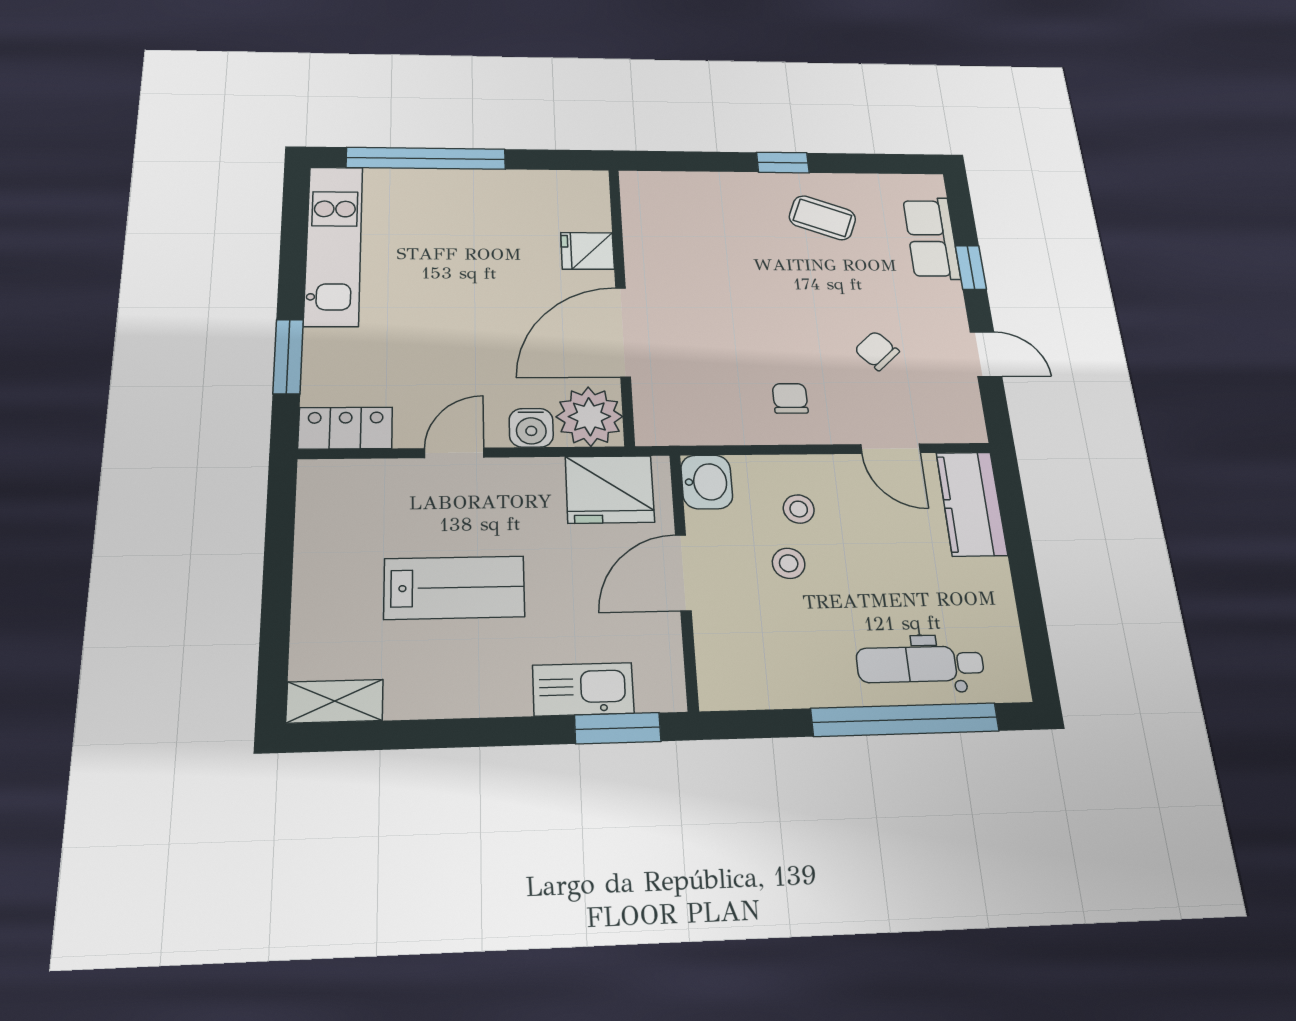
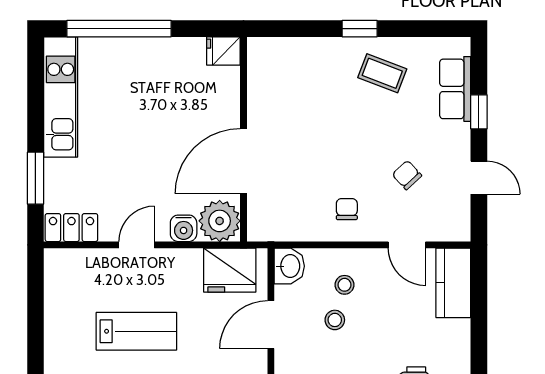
fridge: (587, 251) -> (223, 51), moved

